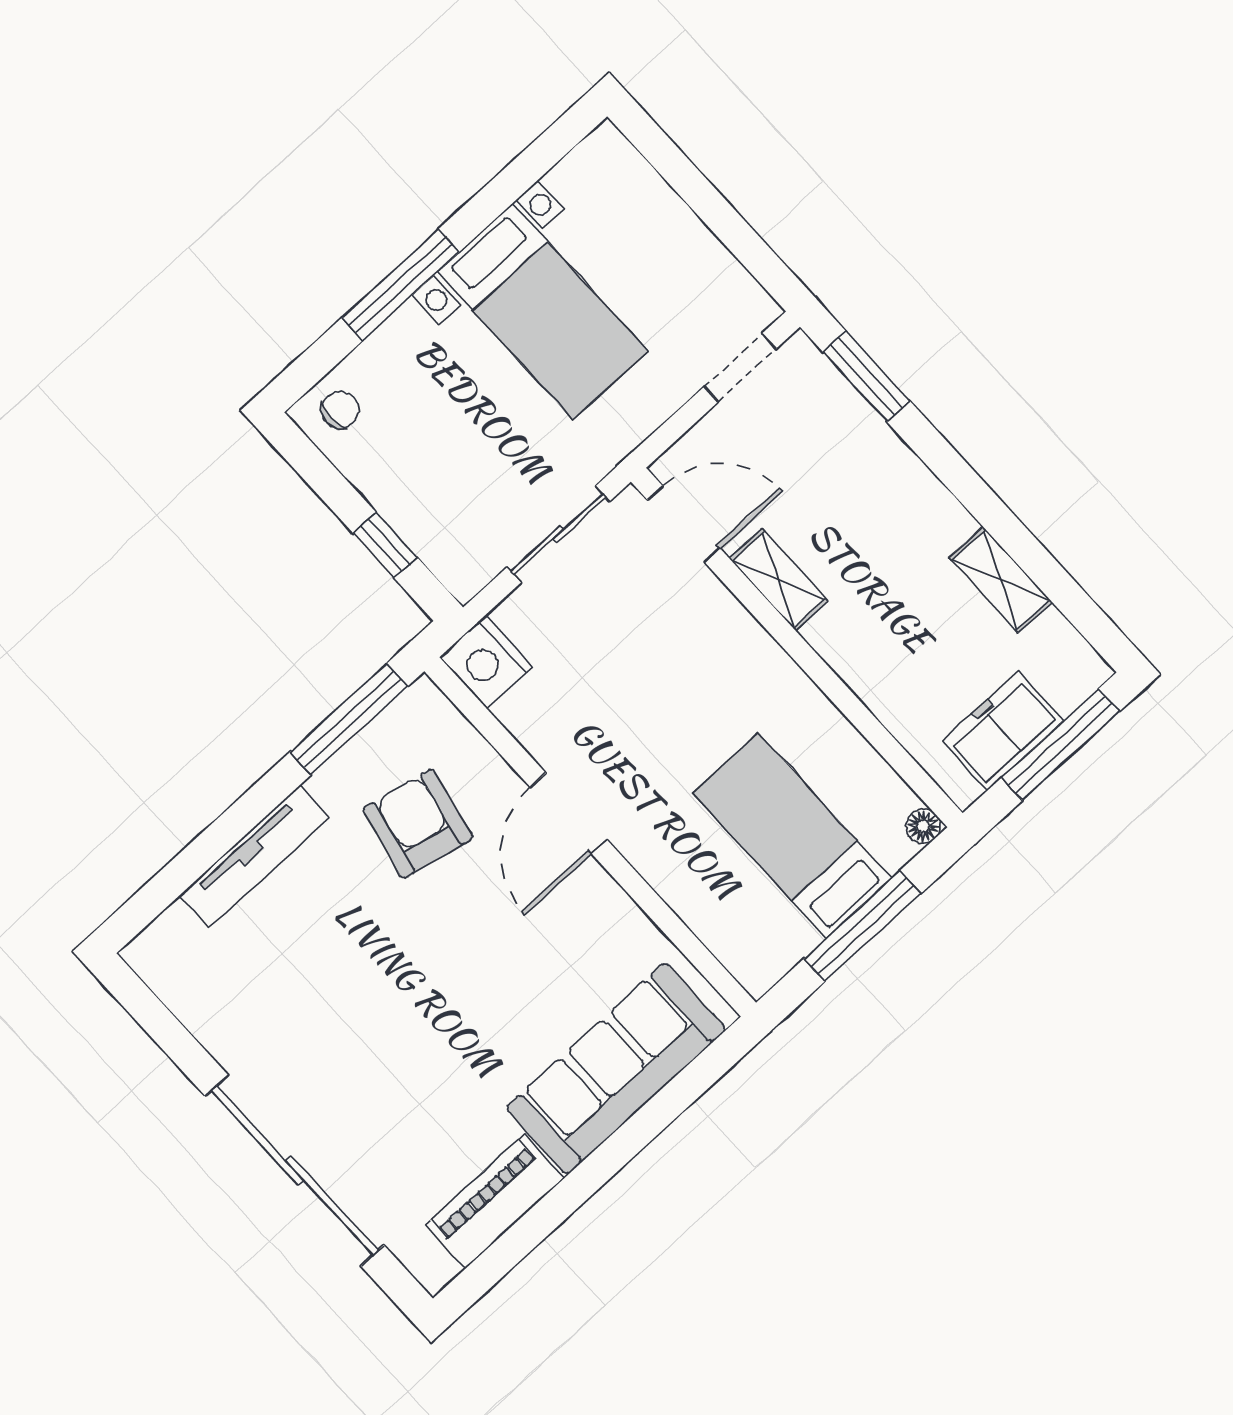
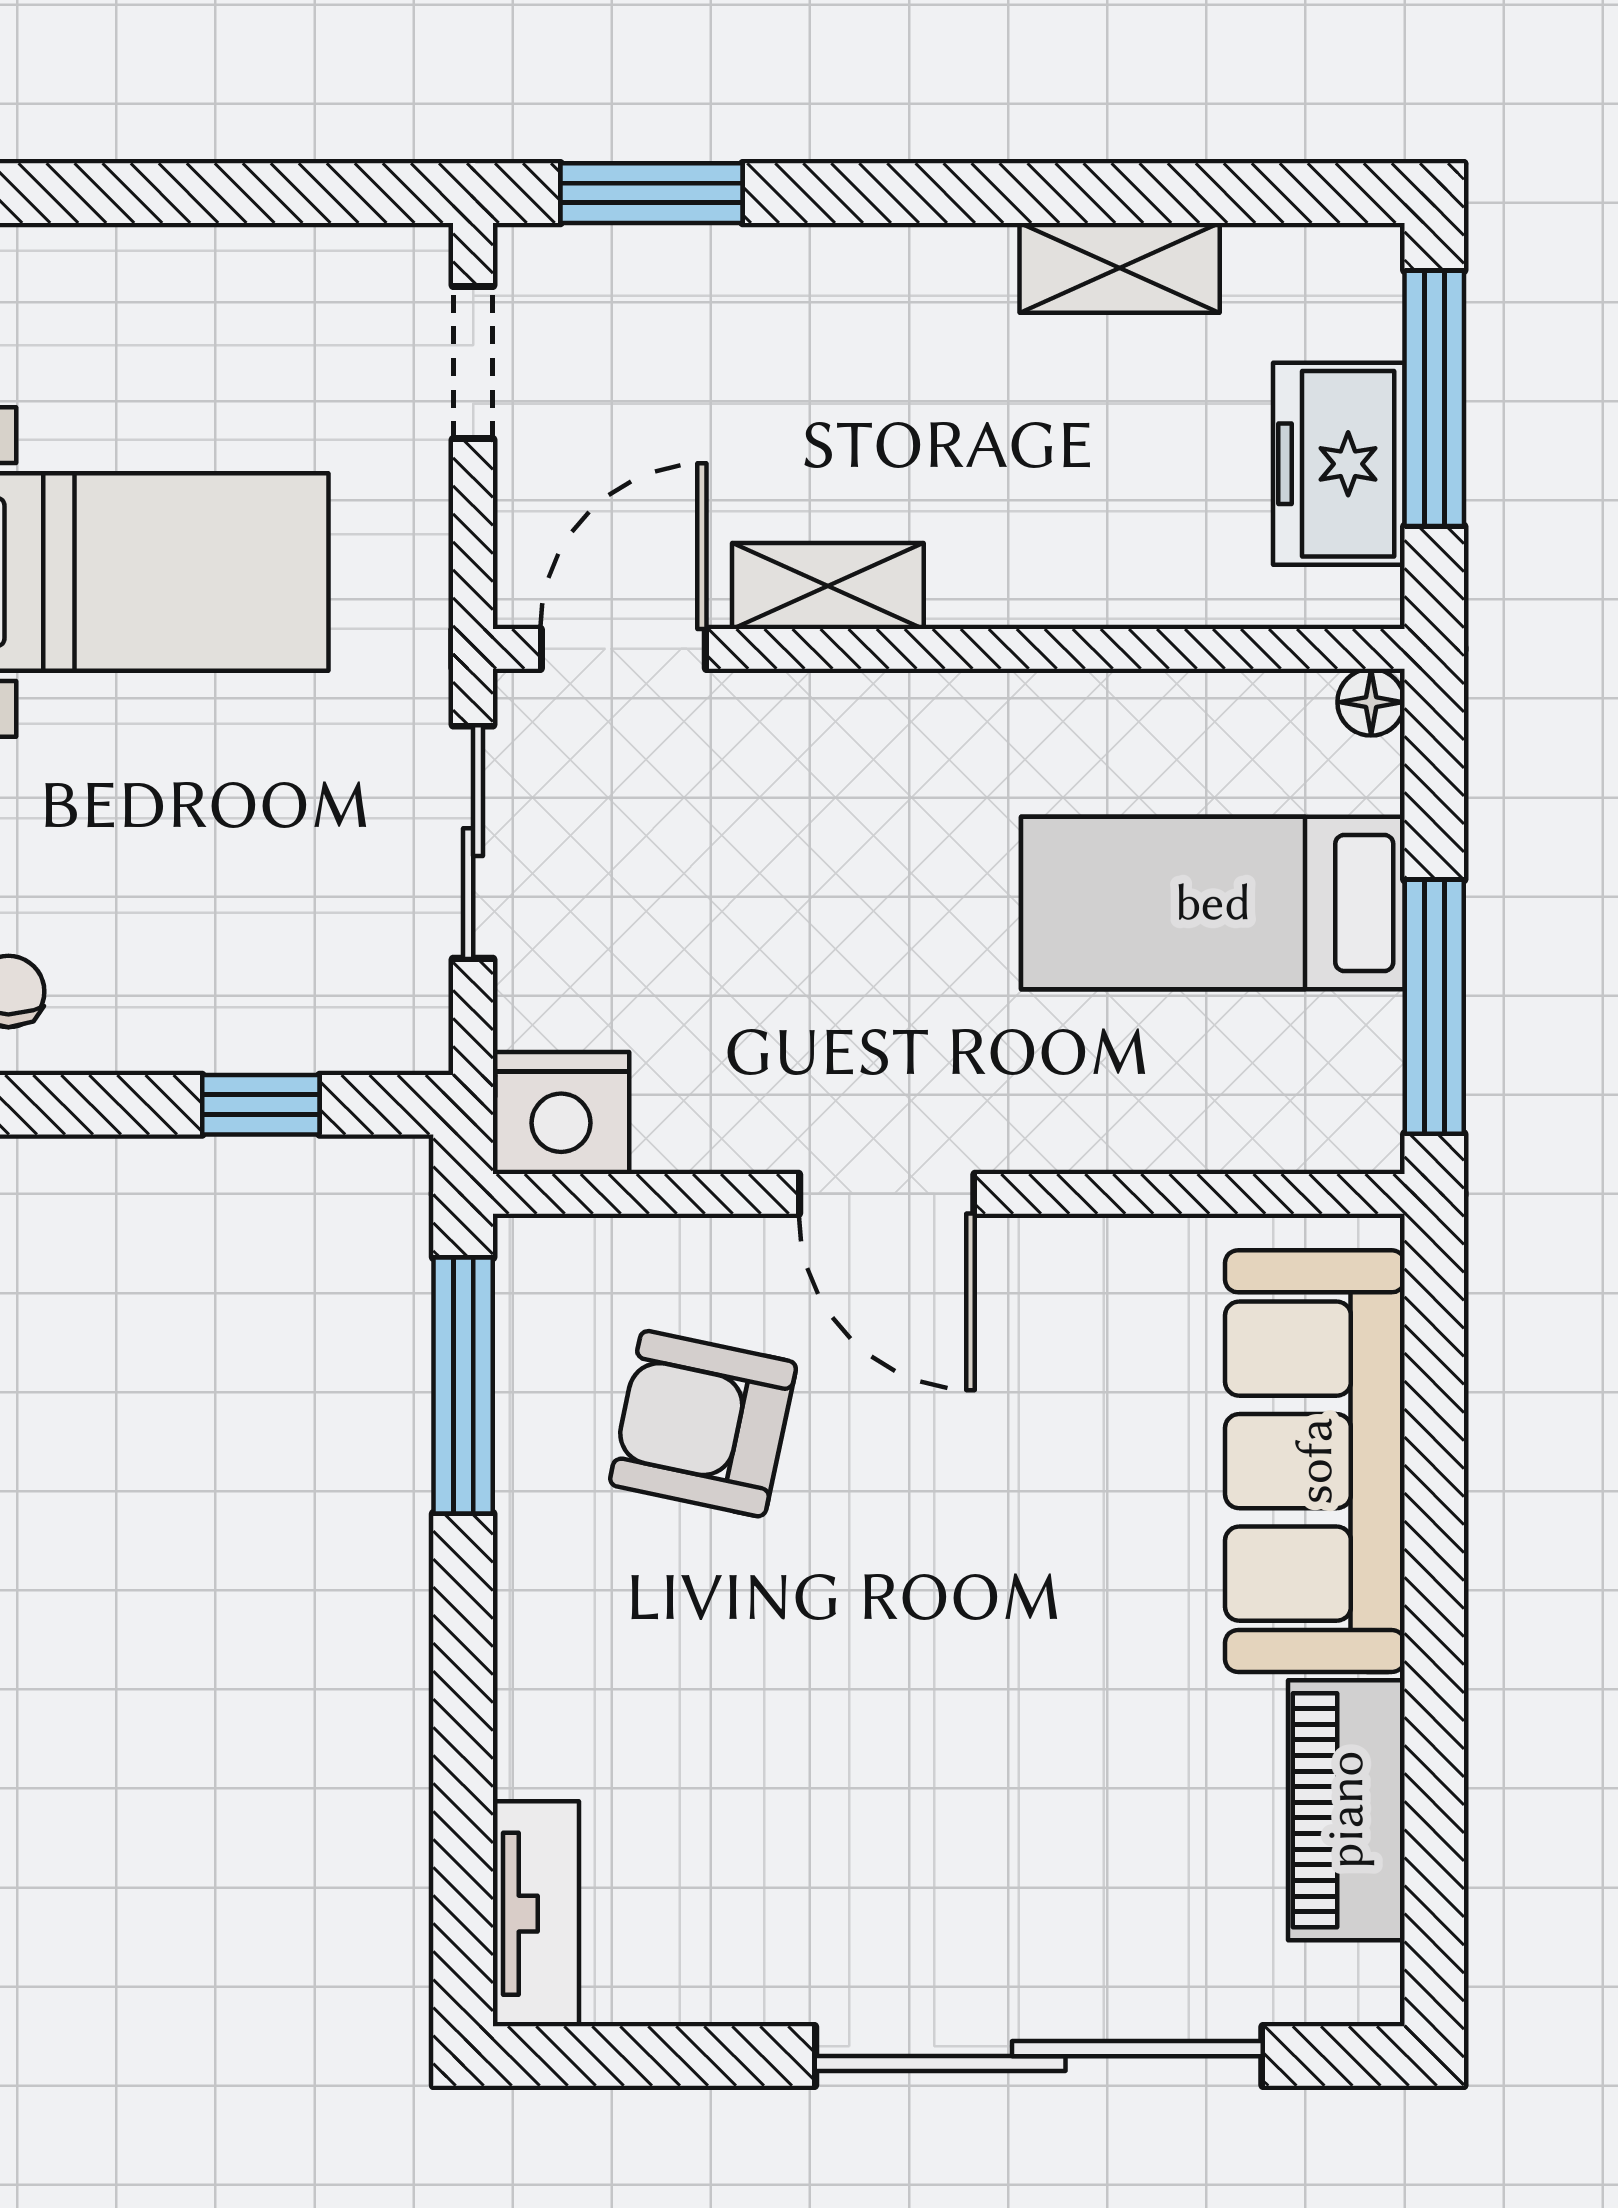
tv unit: (254, 857) -> (536, 1914), moved, width x0.71
window: (862, 926) -> (1434, 1007), moved

